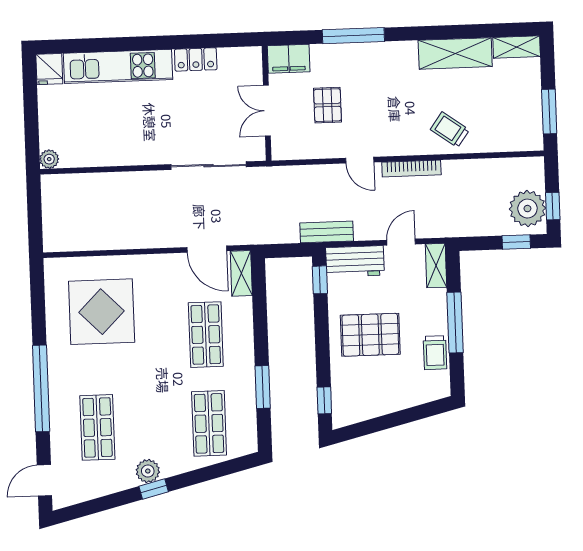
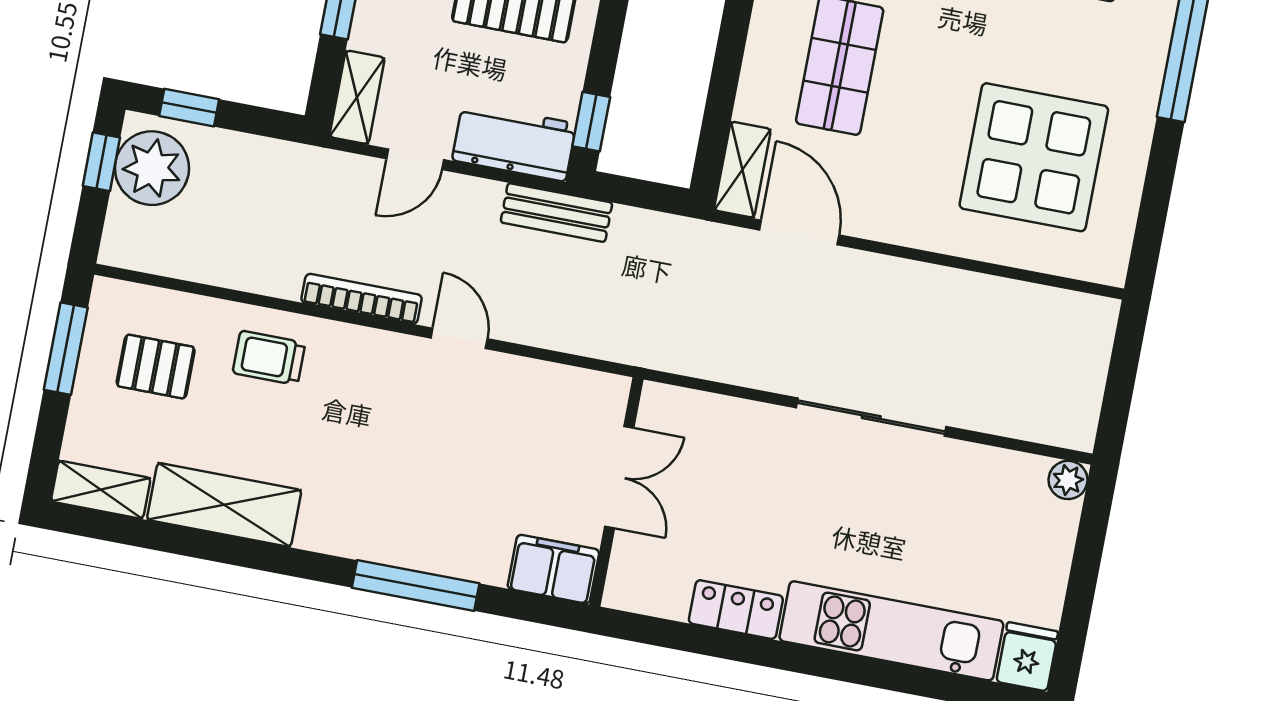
pallet: (327, 105) -> (156, 367), moved, turned 90
trolley: (450, 130) -> (269, 358), turned 144
sliding door: (209, 166) -> (871, 417), moved

